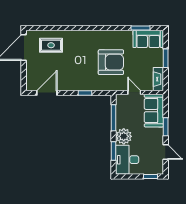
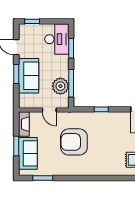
sofa: (148, 39) -> (28, 153), moved, turned 90
sofa: (154, 111) -> (29, 76), moved
plant: (124, 136) -> (60, 86), moved

